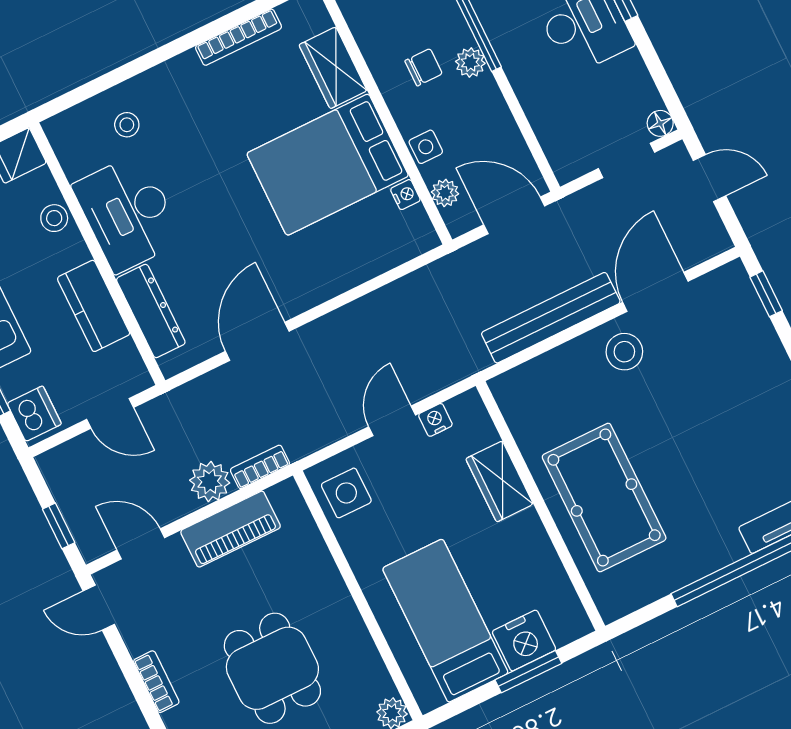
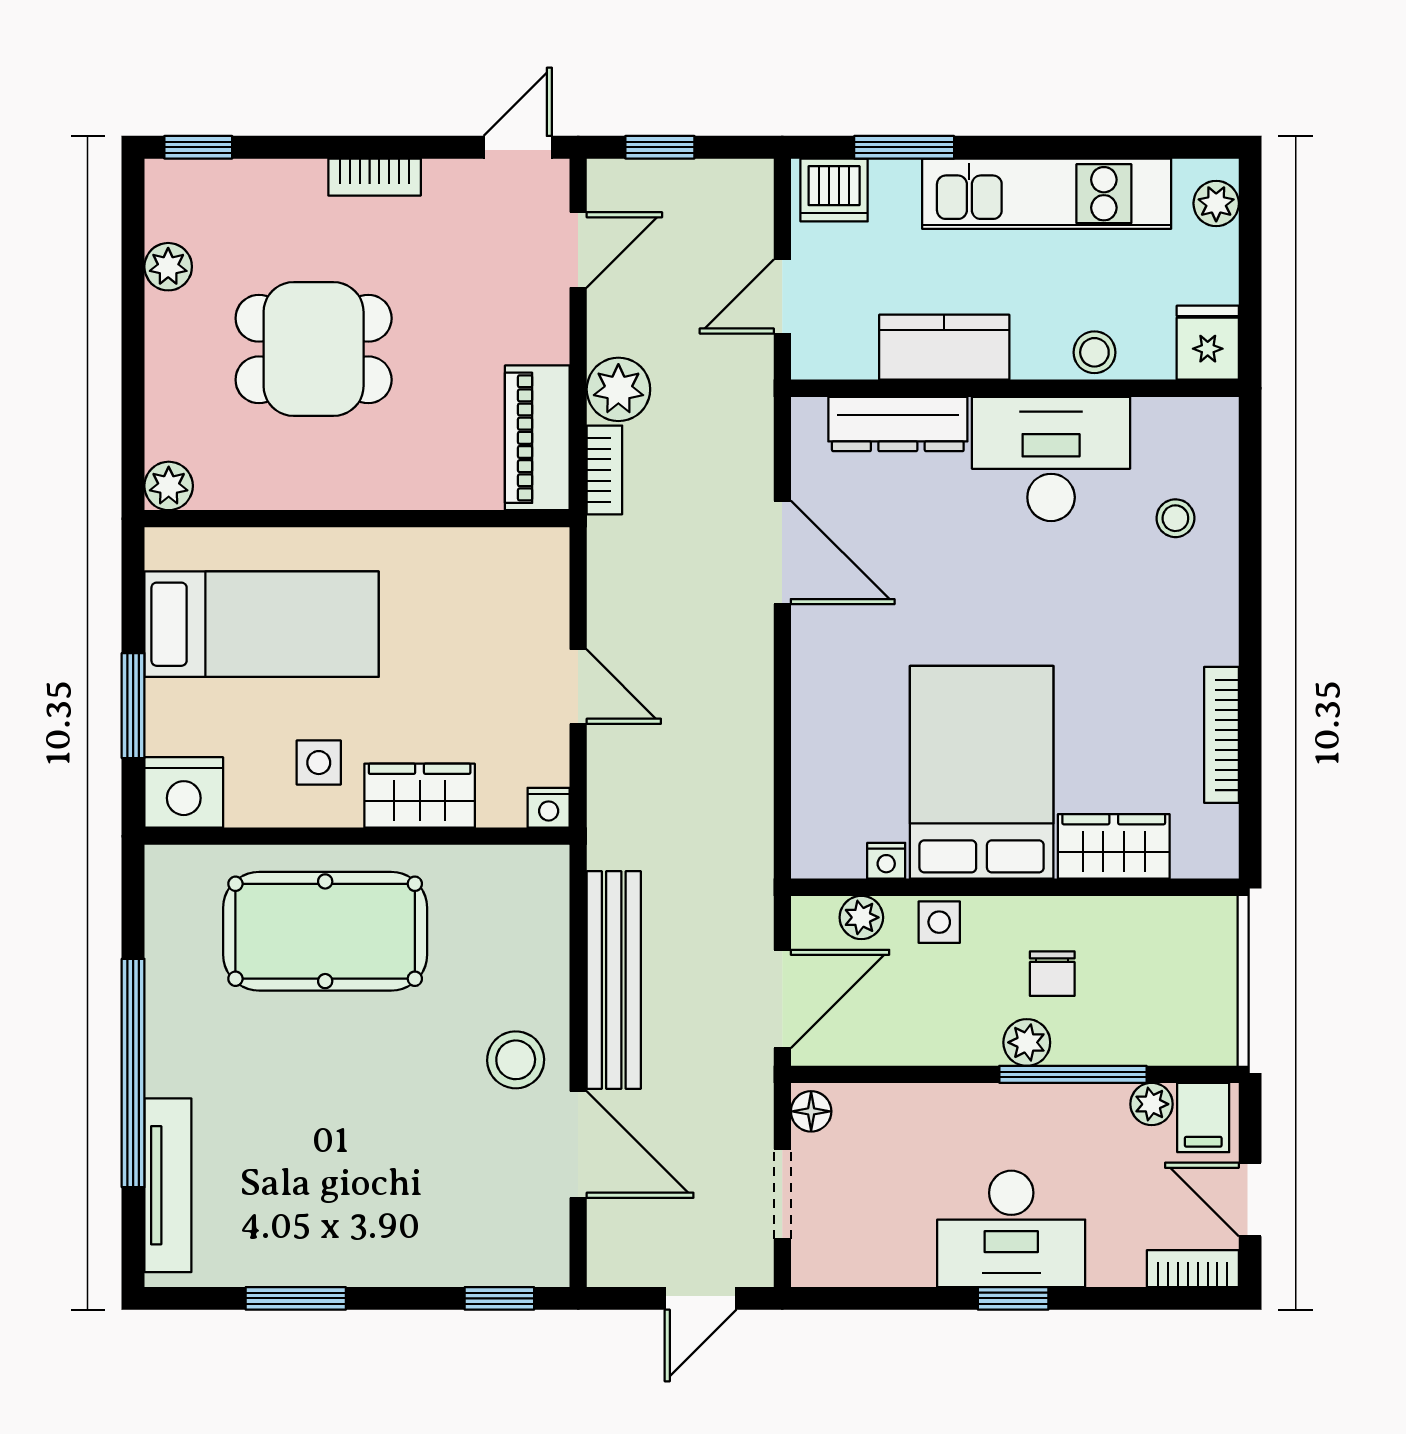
floor lamp: (660, 123) -> (811, 1111), moved
nightstand: (435, 420) -> (549, 808), moved, turned 90
side table: (346, 493) -> (319, 763), moved, width x0.73, depth x0.73
piano: (231, 529) -> (537, 438), moved
nightstand: (524, 641) -> (184, 792), moved, turned -90

